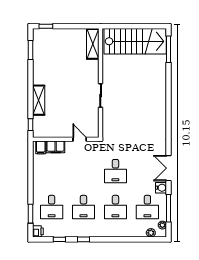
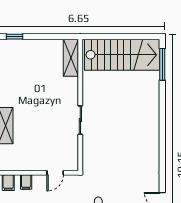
door: (80, 139) -> (55, 173), swing flipped
filing cabinet: (56, 147) -> (26, 182), width x0.50

